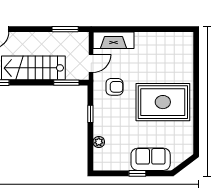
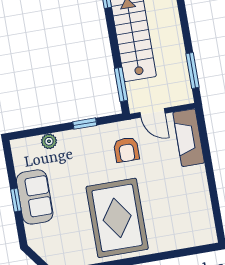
sofa: (151, 159) -> (35, 197), moved

